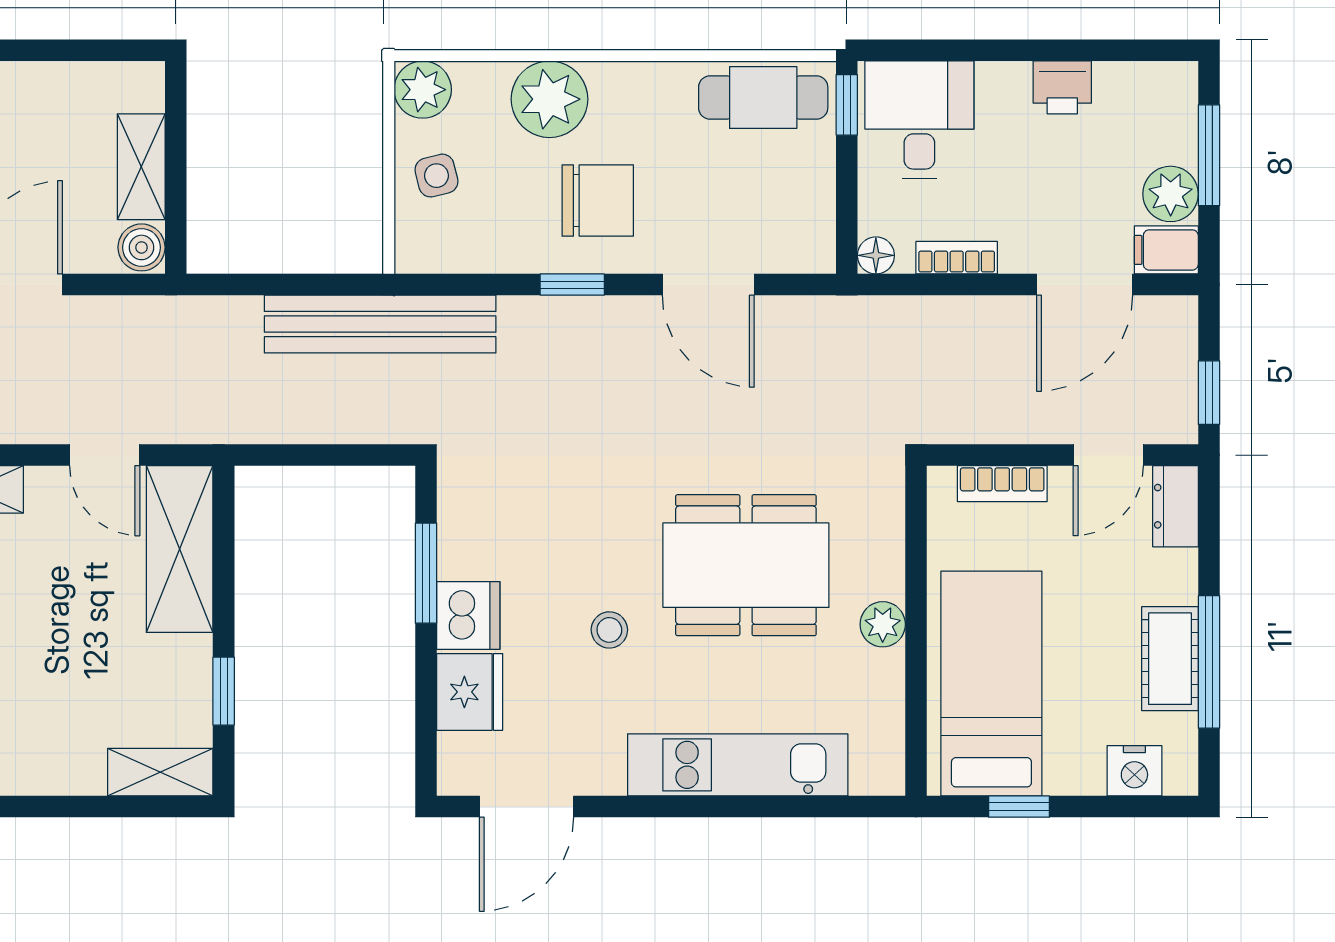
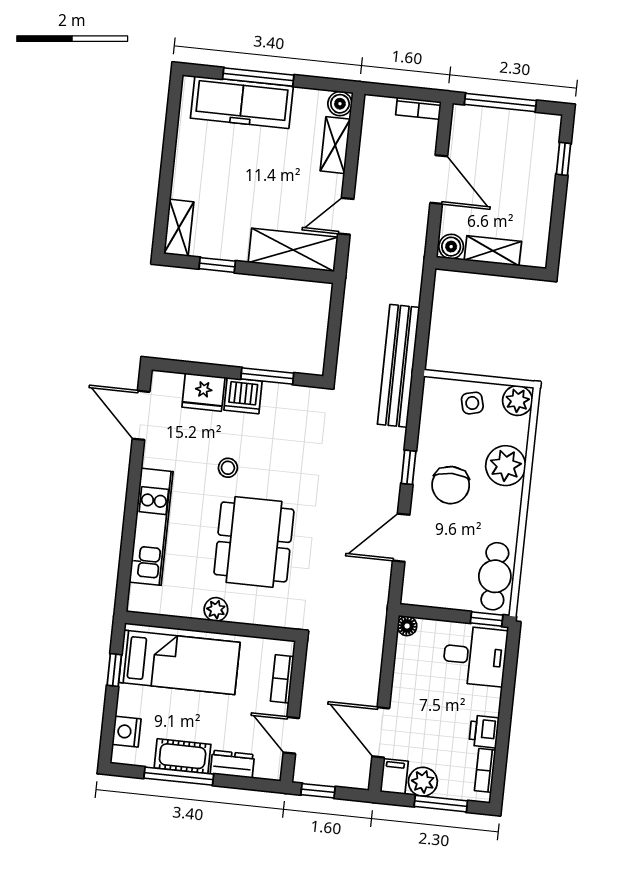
bookcase: (957, 258) -> (485, 770), moved, turned 180
dresser: (1175, 506) -> (232, 764), moved

